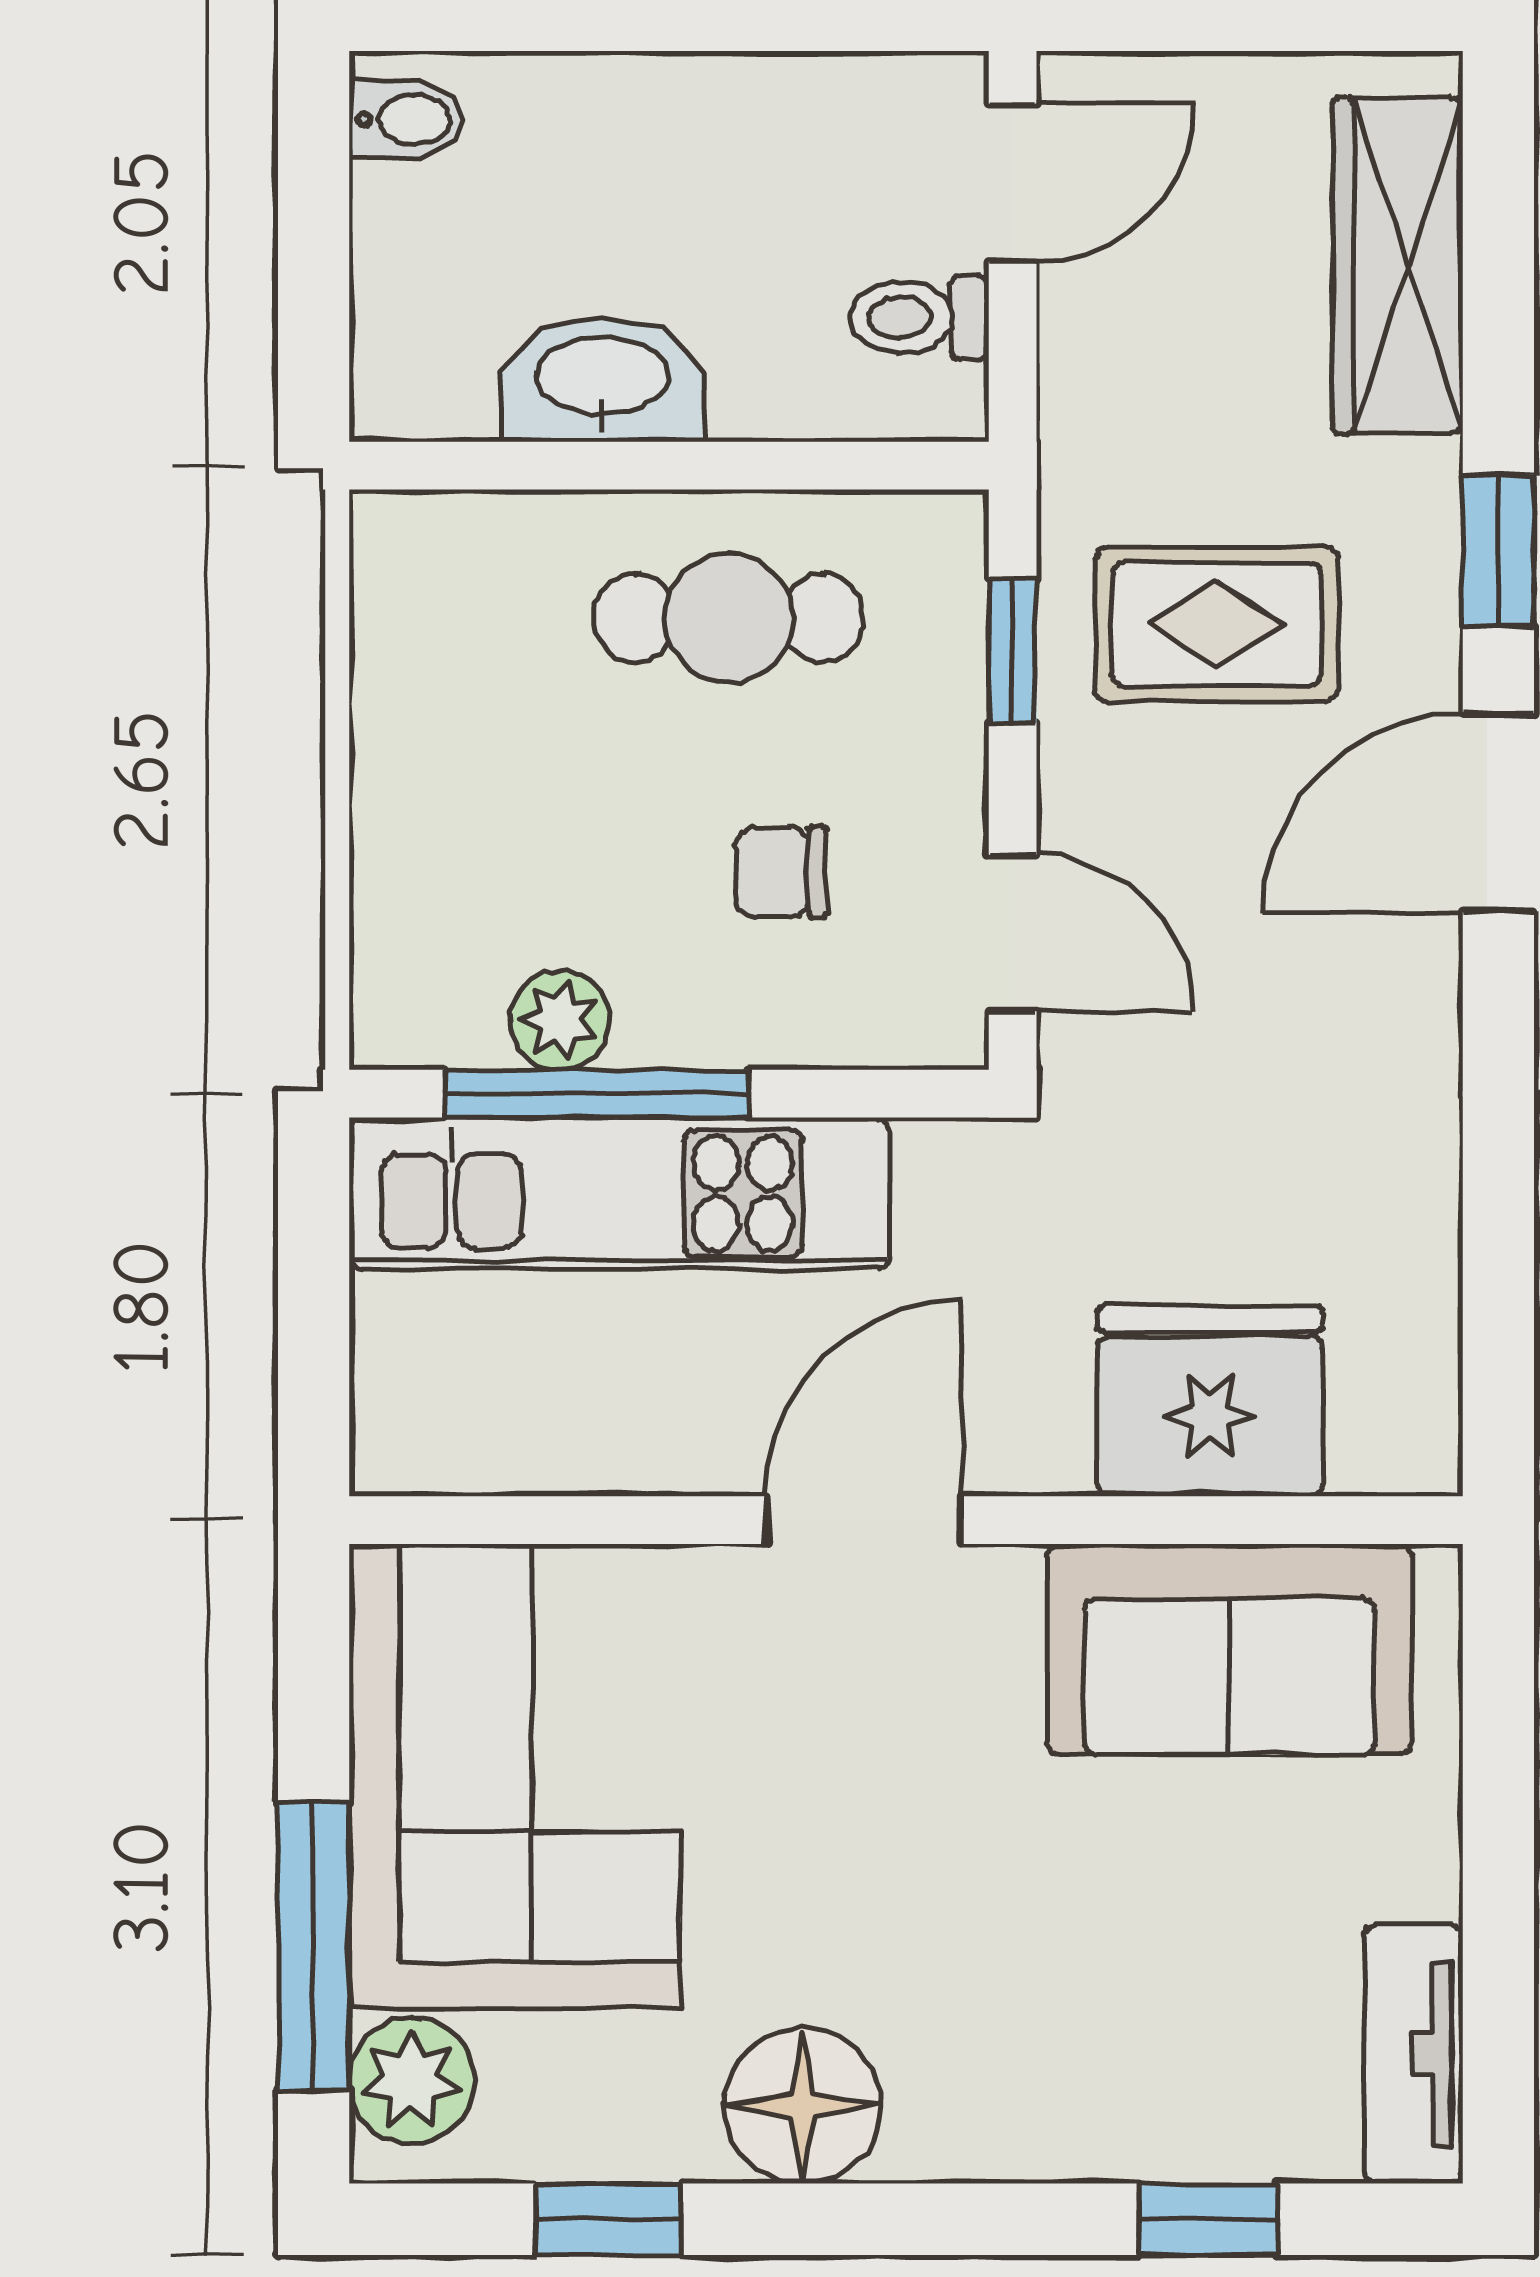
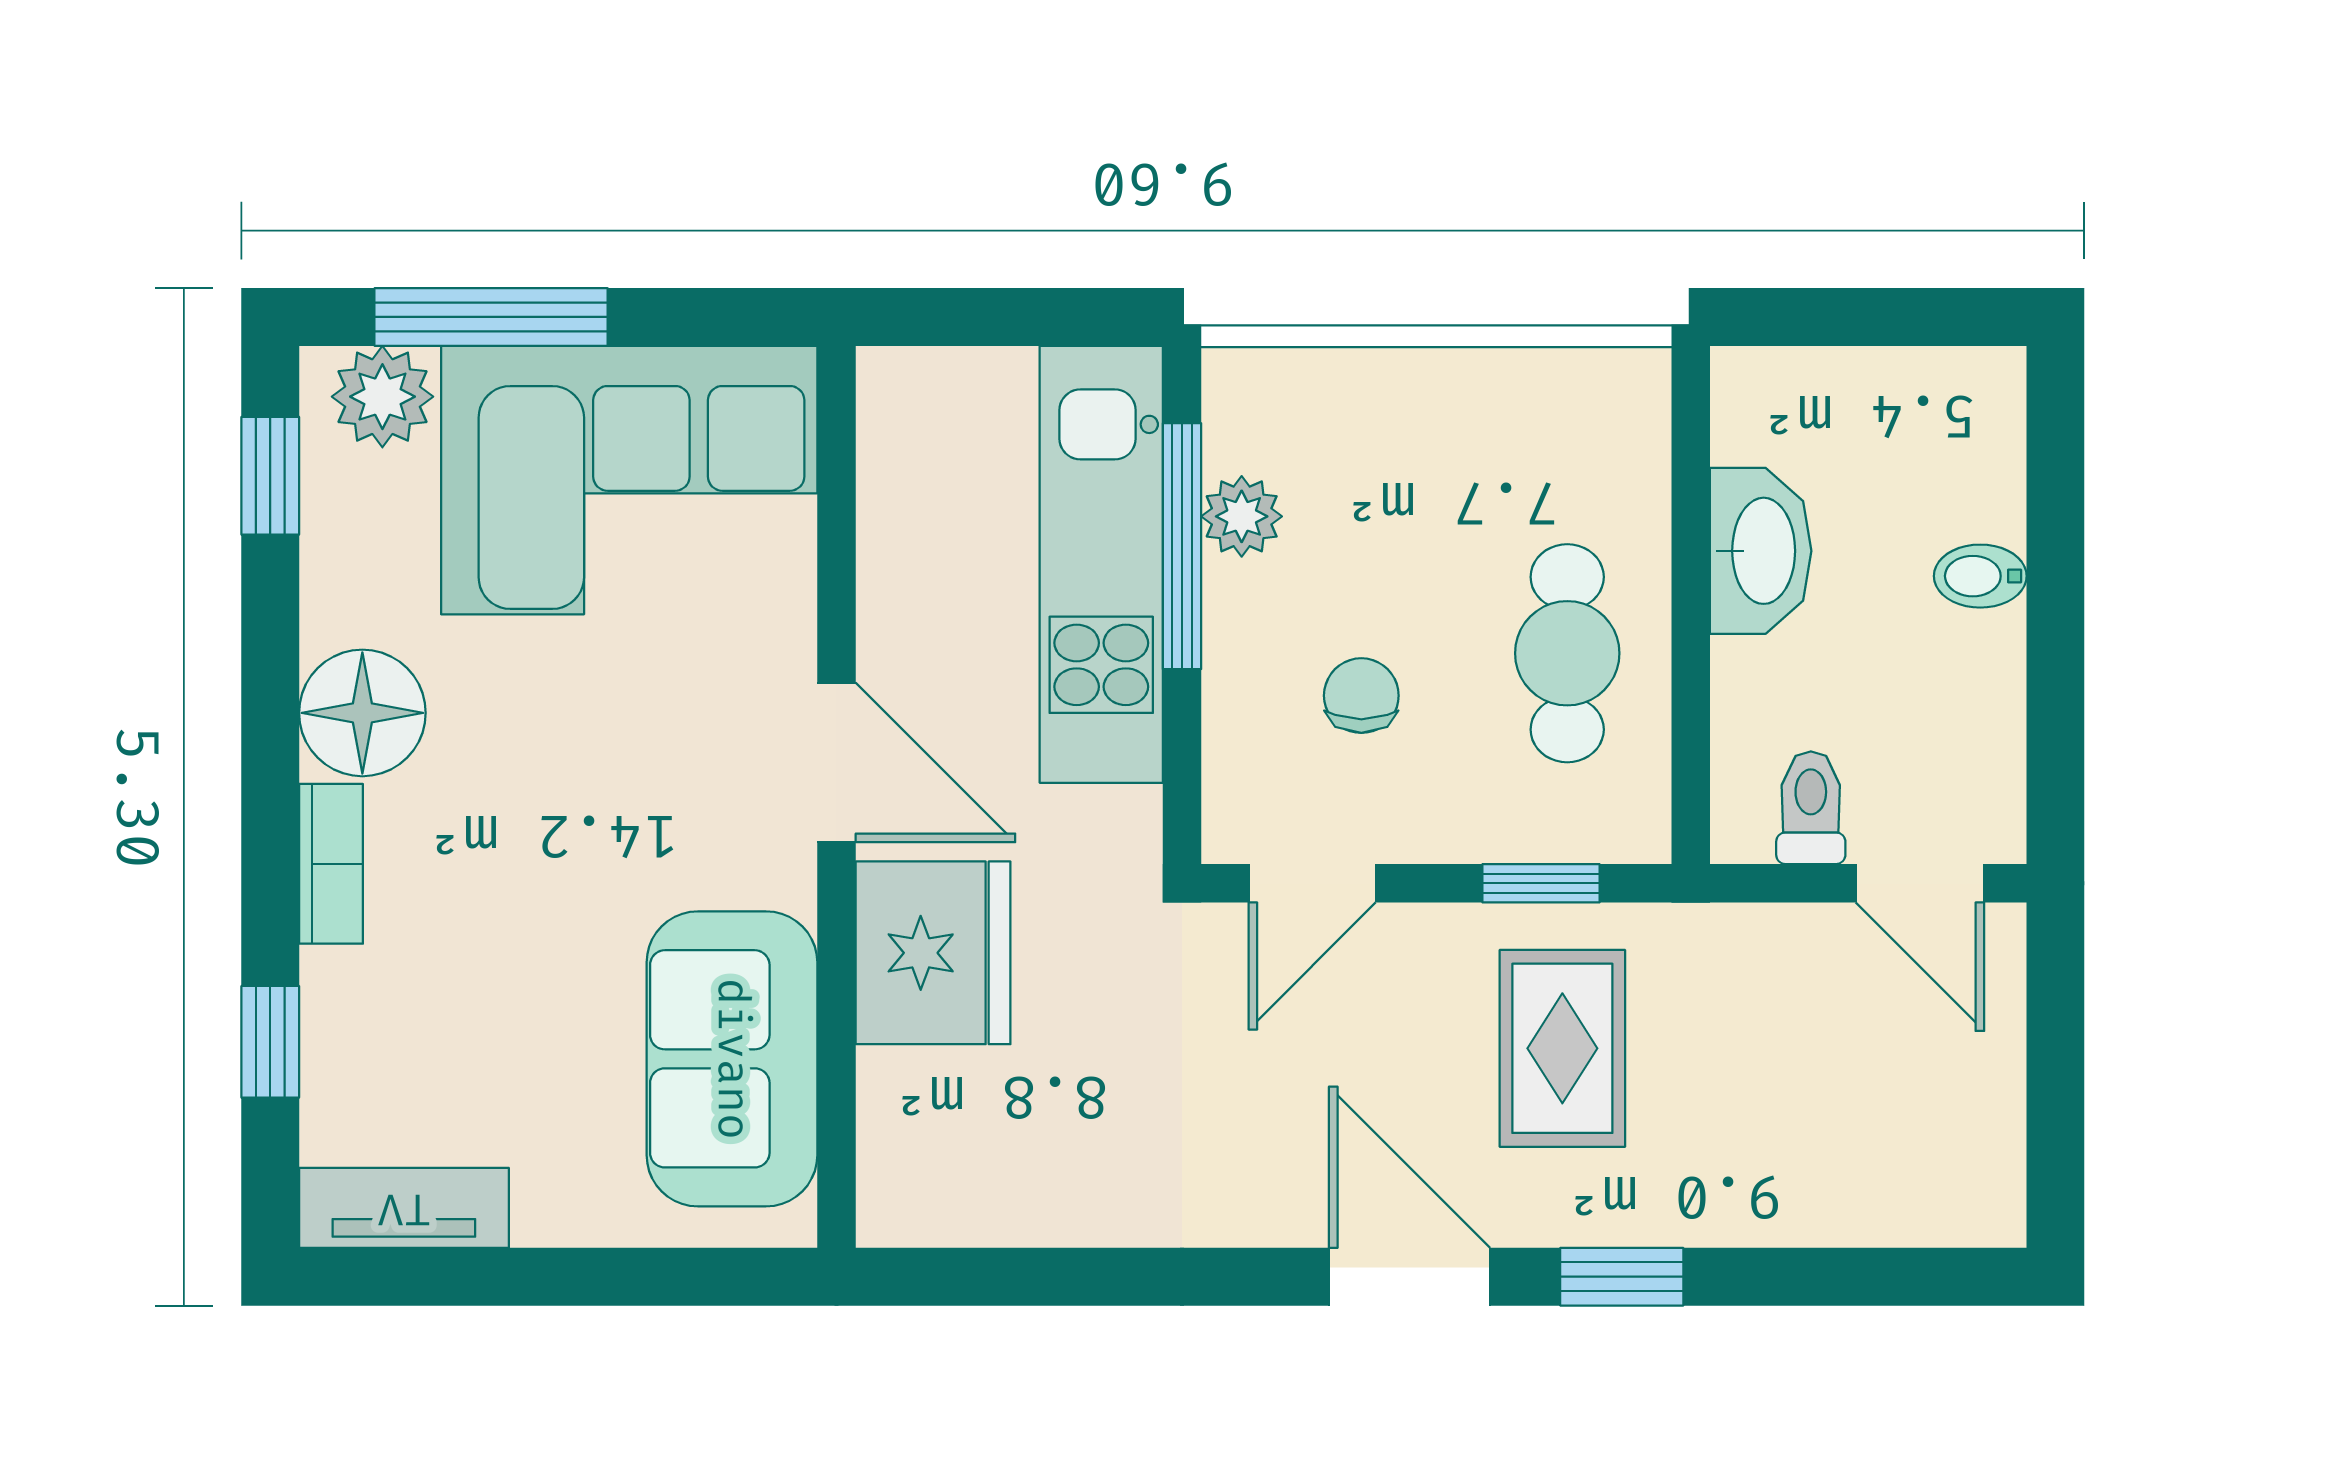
bidet: (406, 119) -> (1980, 576), moved, turned 90
wardrobe: (1398, 265) -> (1853, 1195), removed
fridge: (1210, 1401) -> (933, 953), moved
bookcase: (989, 2144) -> (331, 864), added
window: (608, 2219) -> (270, 476), moved

